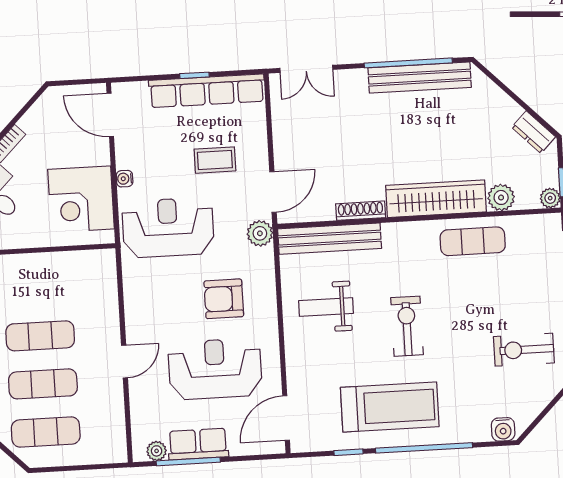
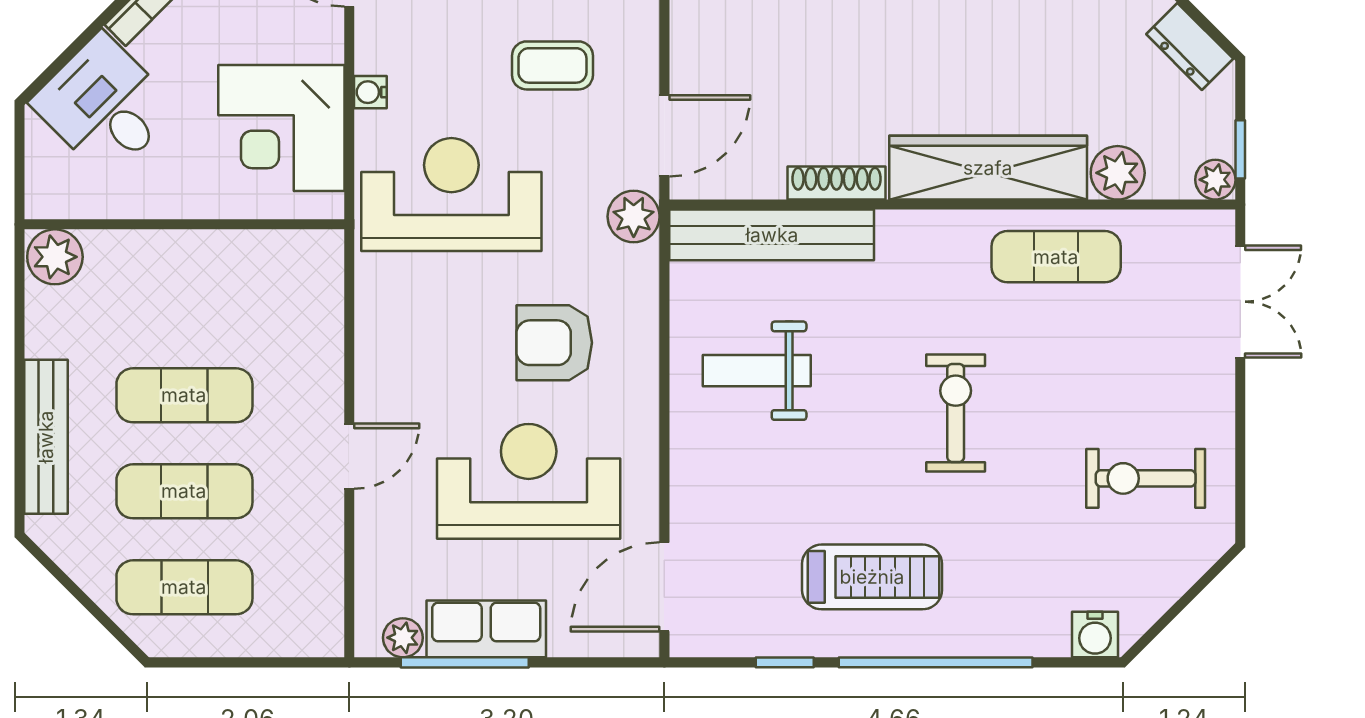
exercise bike: (407, 326) -> (956, 413), moved
treadmill: (390, 407) -> (872, 577), width x0.73, depth x0.73

